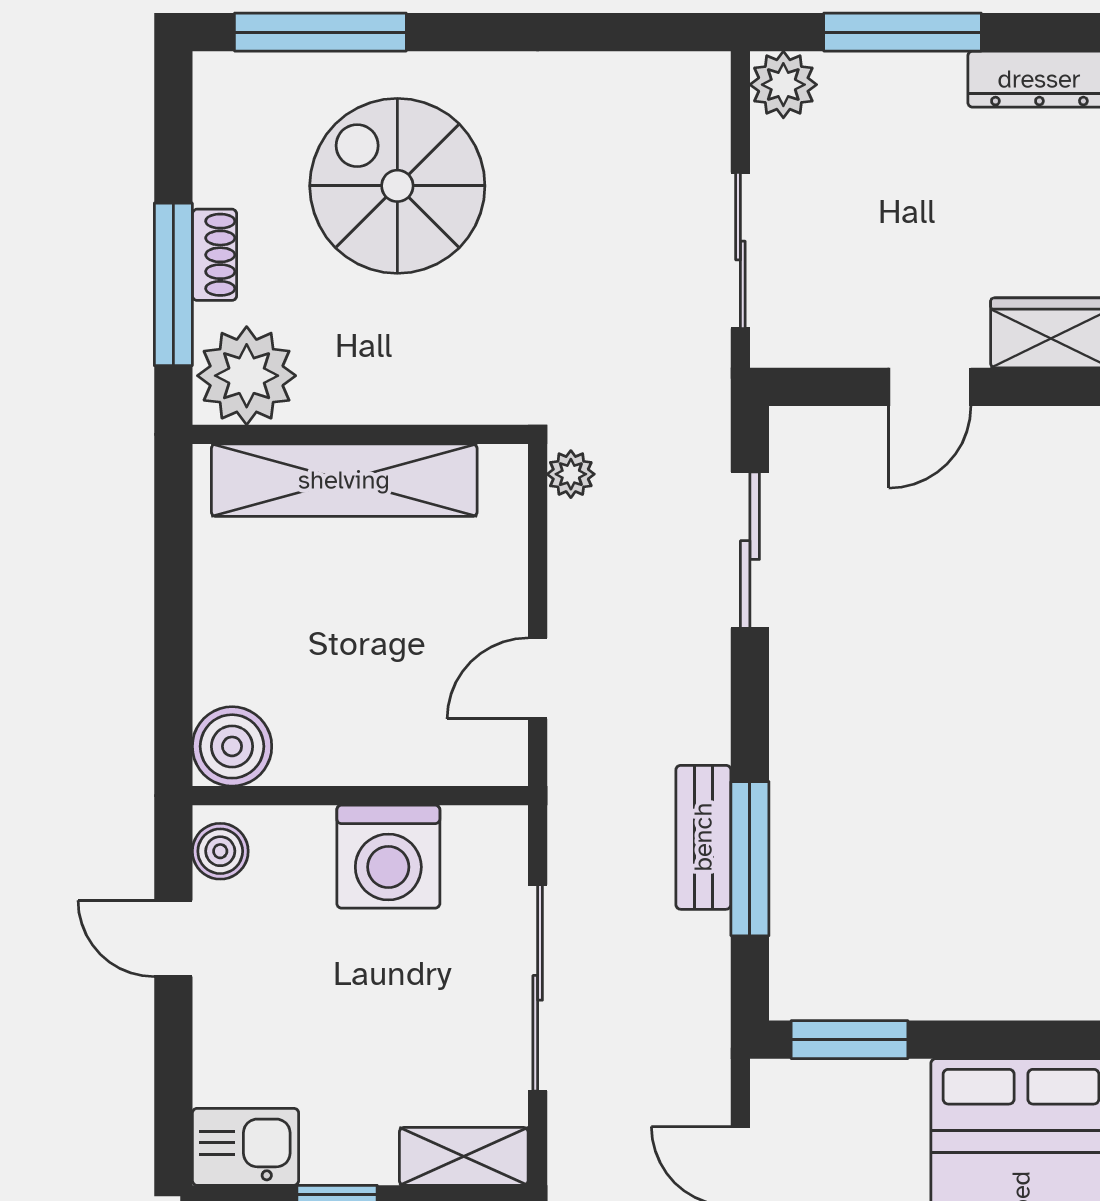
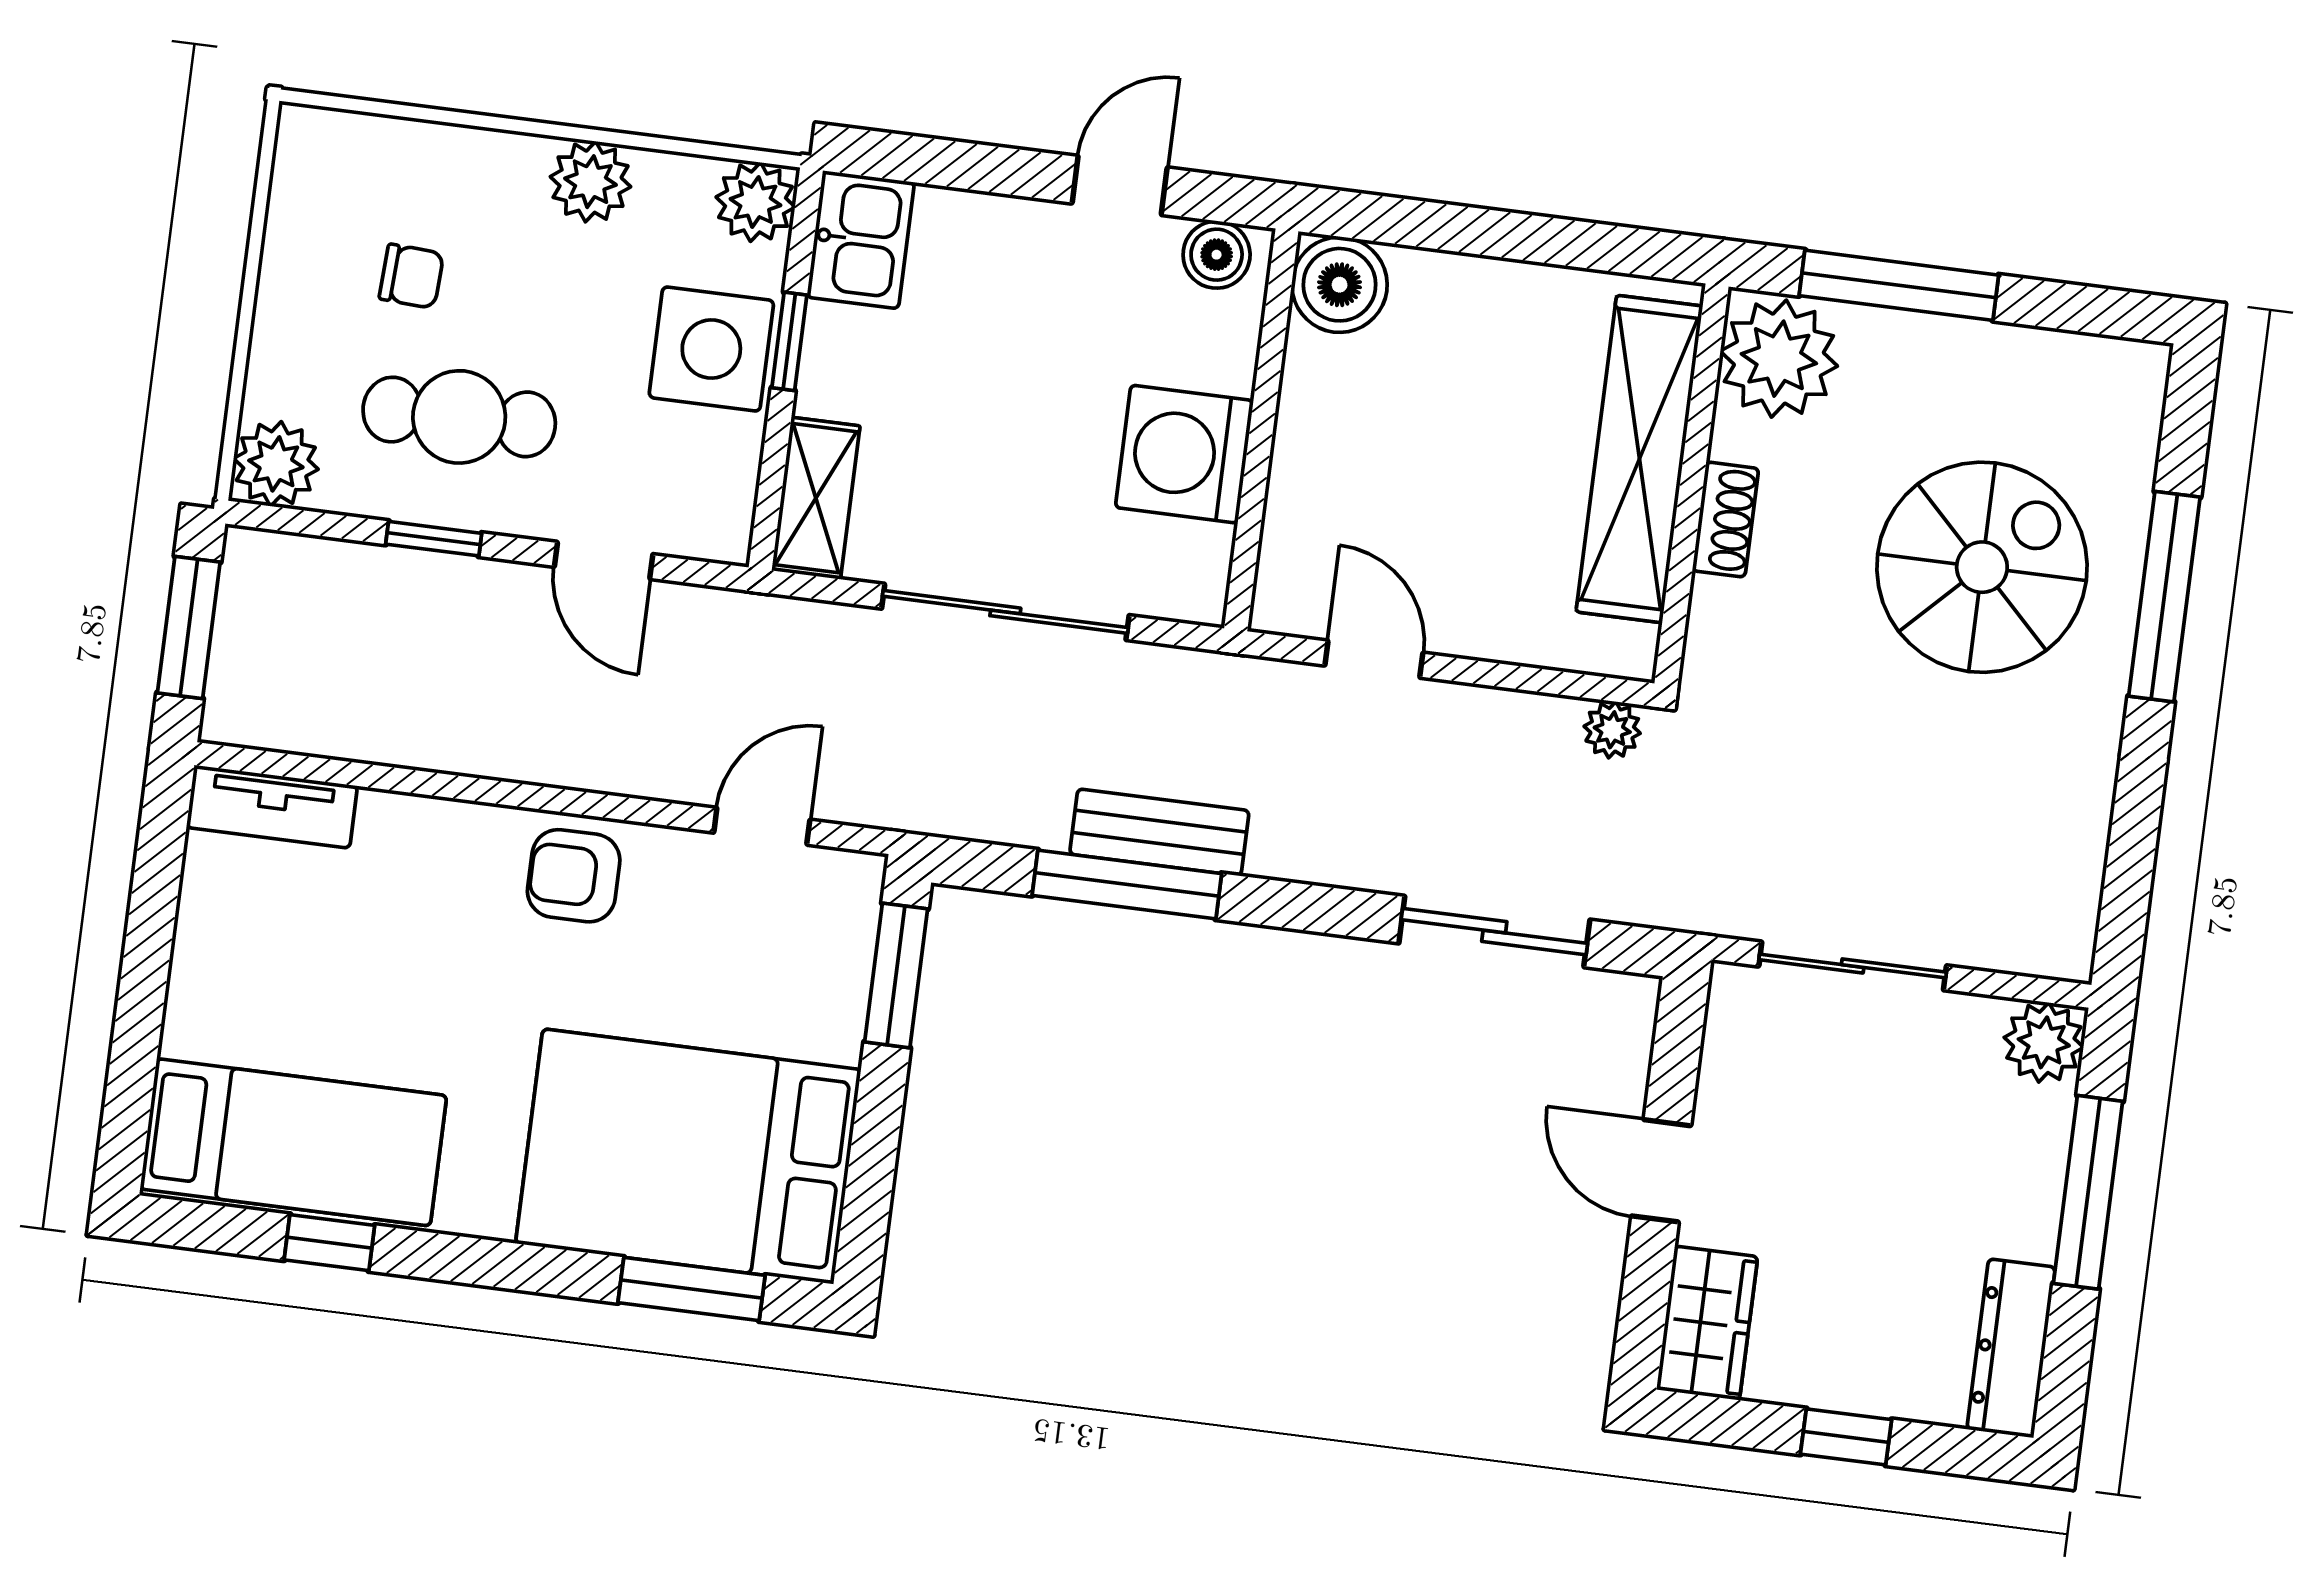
window: (320, 32) -> (2164, 597), moved
shoe rack: (214, 255) -> (1725, 520), moved, turned -90

